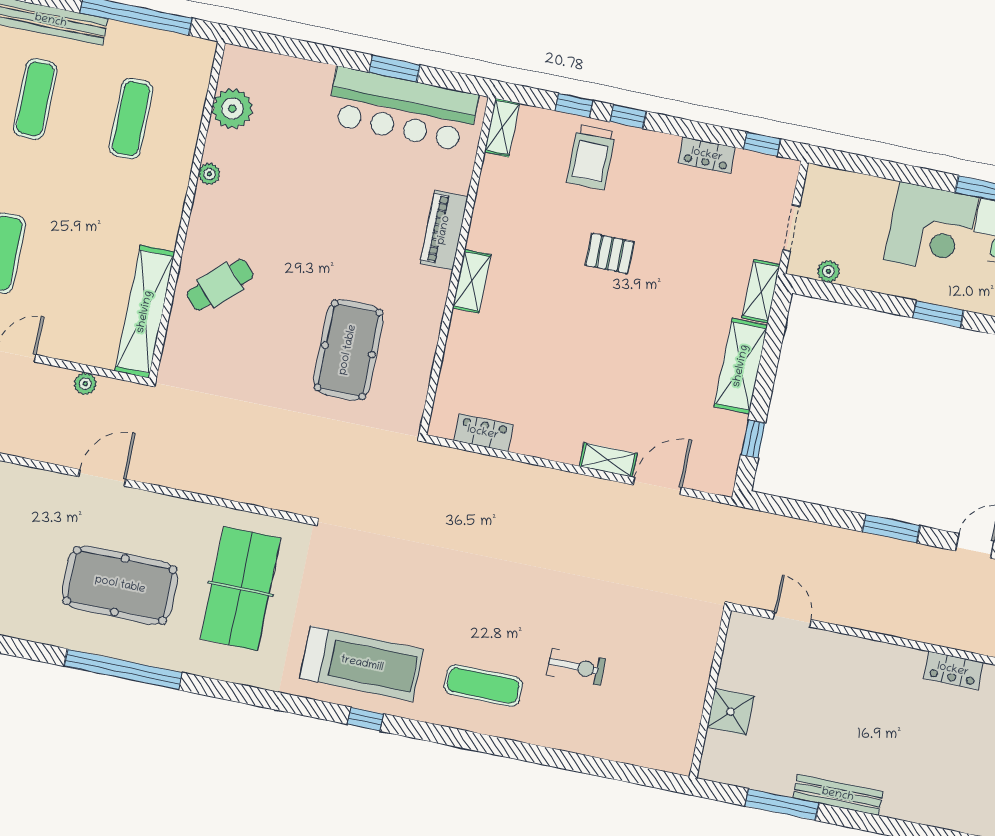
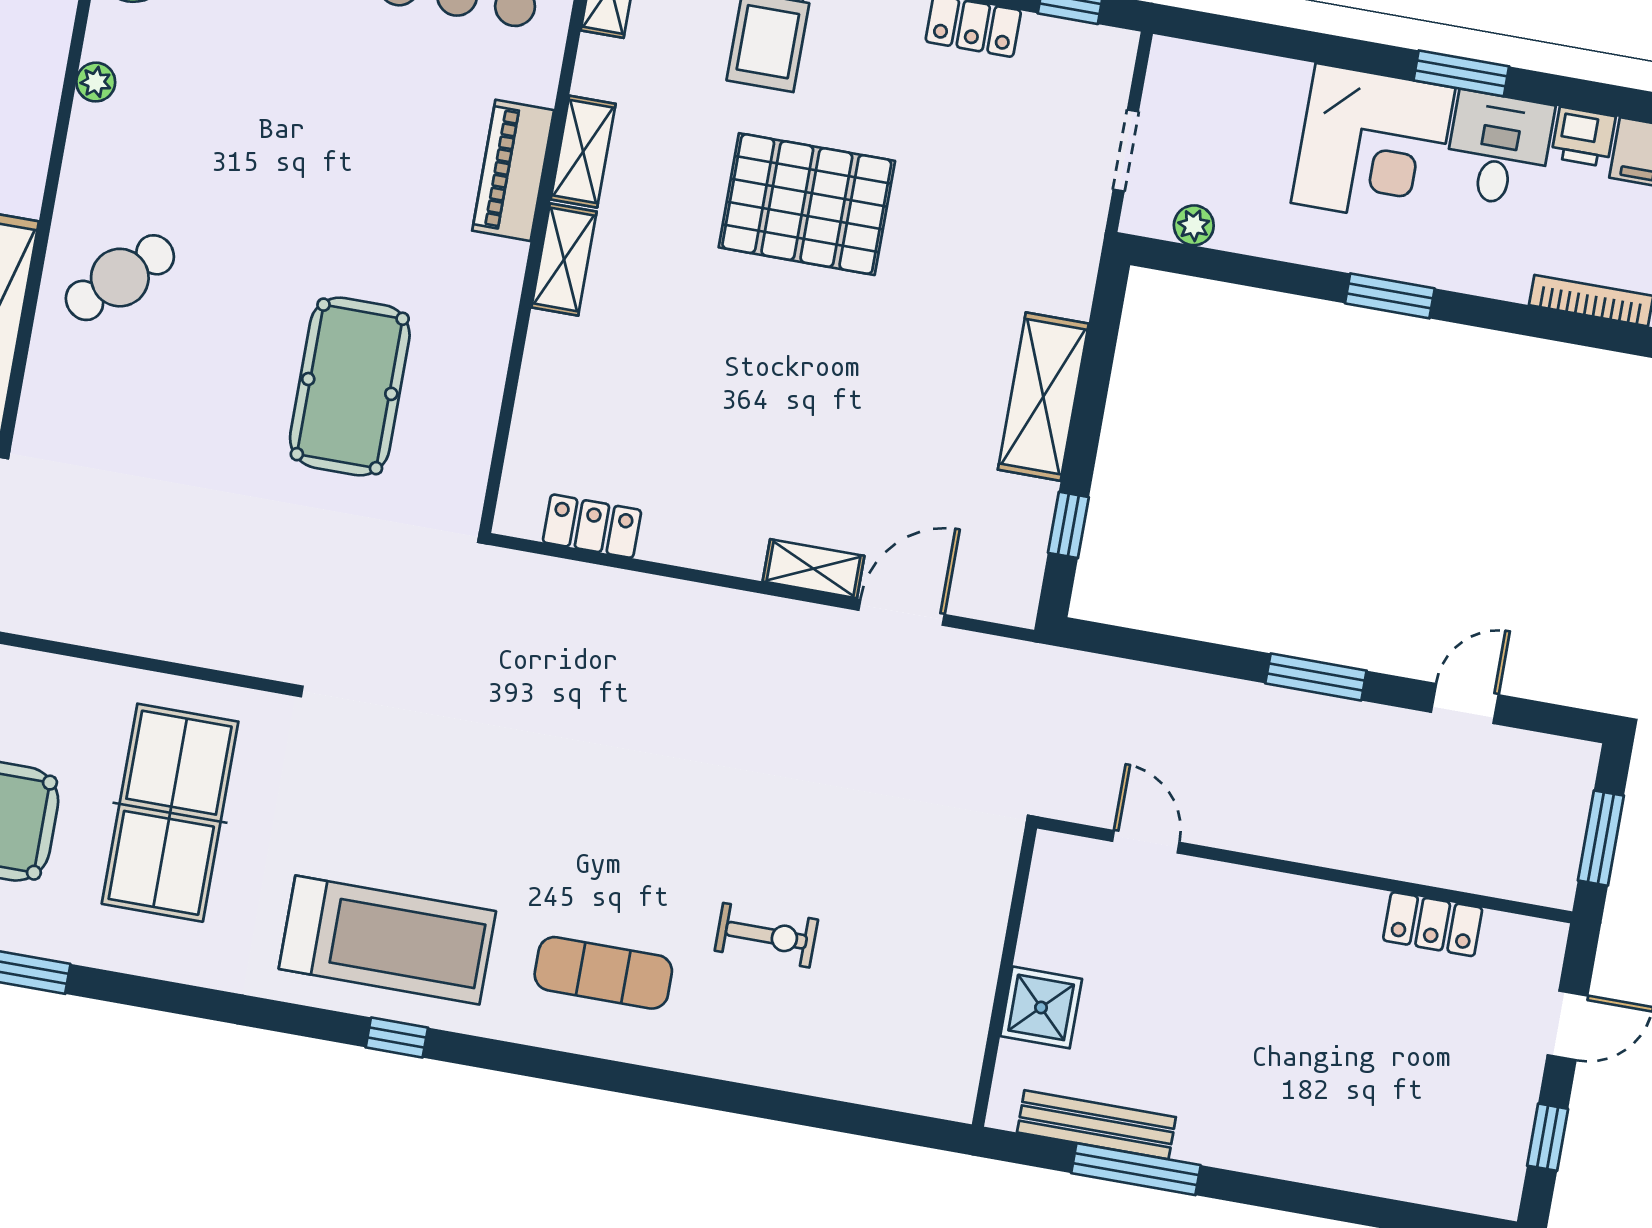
pallet: (610, 254) -> (807, 204), width x2.05, depth x2.00
shelving: (761, 291) -> (583, 152), moved
bench: (838, 795) -> (1096, 1125), moved

